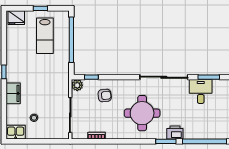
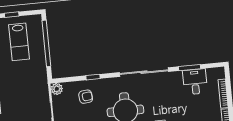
window: (91, 77) -> (93, 77), moved
desk: (201, 91) -> (195, 82), moved

